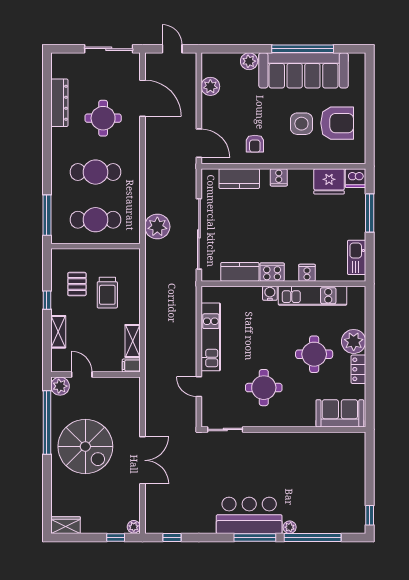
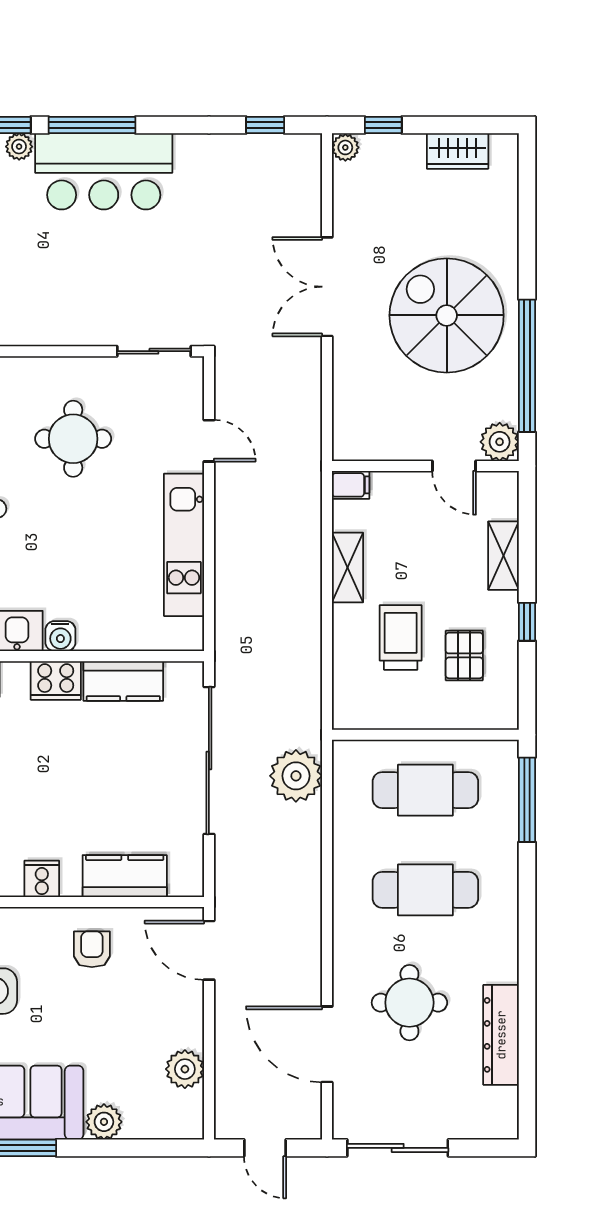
shelving: (133, 341) -> (348, 567), moved
wardrobe: (66, 525) -> (458, 151), moved

